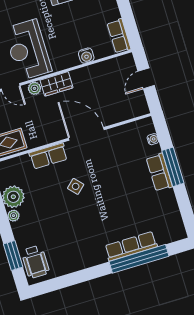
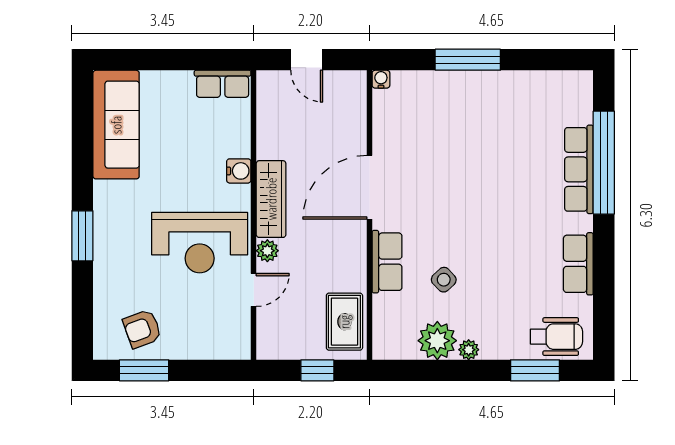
water cooler: (86, 56) -> (239, 171), moved
wardrobe: (57, 84) -> (271, 199), width x1.50
water cooler: (153, 139) -> (381, 79), moved
row of seats: (159, 172) -> (578, 264), moved, turned 90
side table: (76, 186) -> (444, 280), moved

